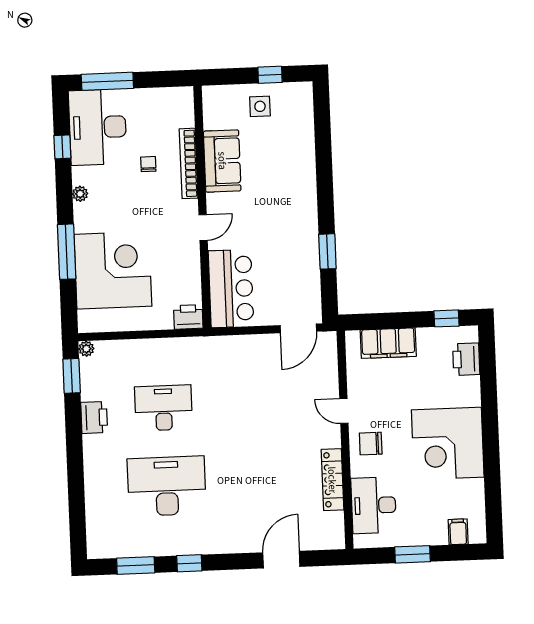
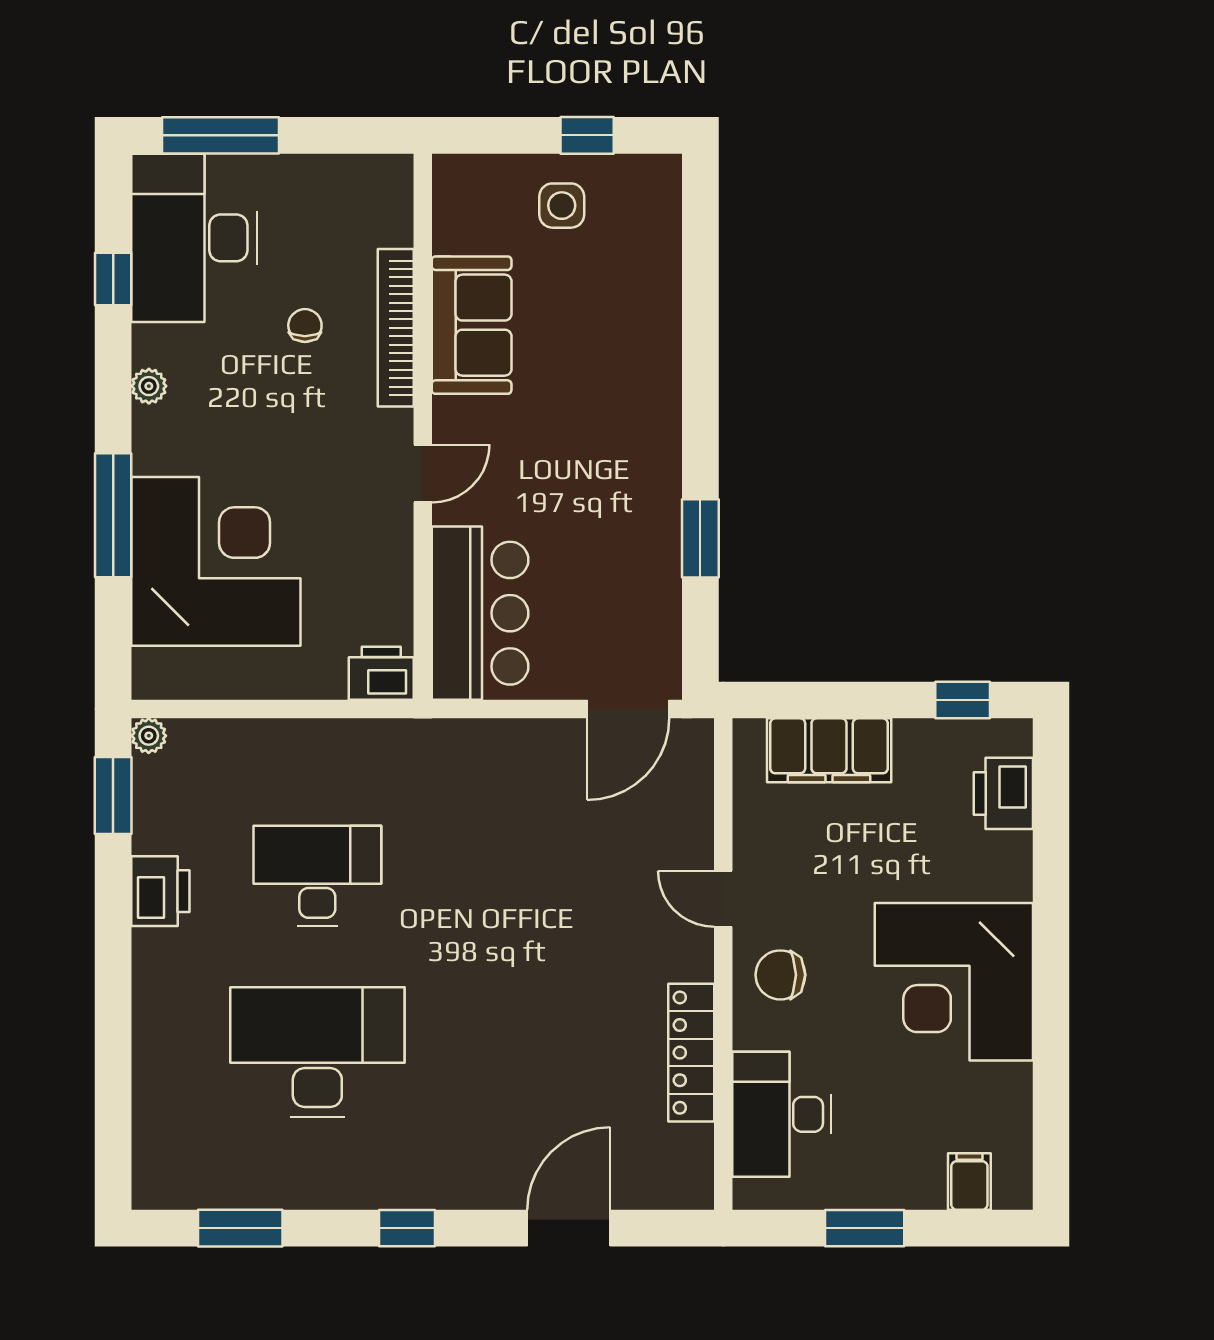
window: (189, 563) -> (407, 1228), moved

